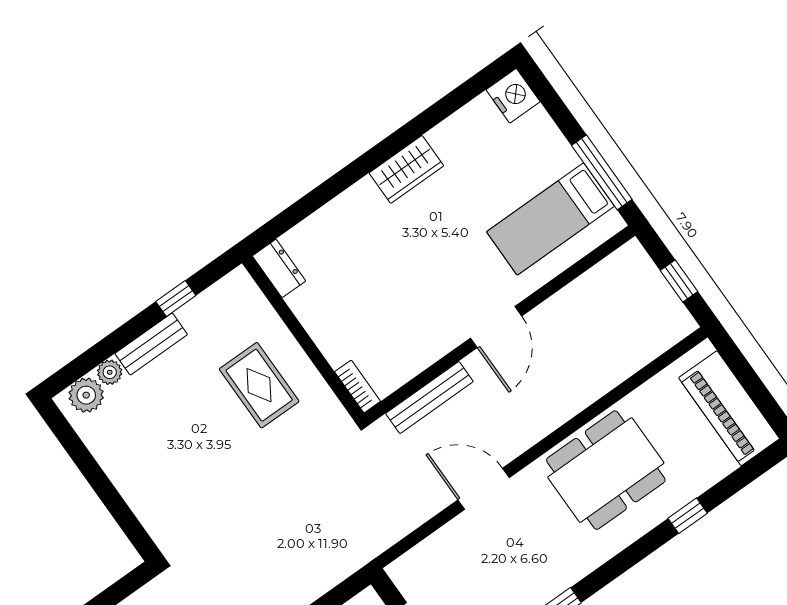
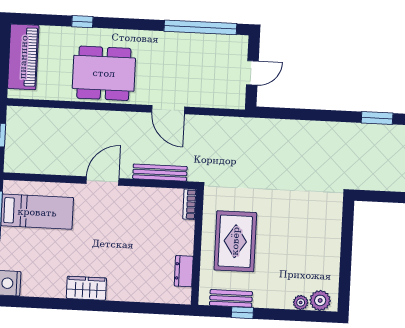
dresser: (279, 268) -> (184, 271), moved
bench: (151, 344) -> (231, 298), moved
rug: (259, 385) -> (235, 241), width x1.36, depth x1.43

